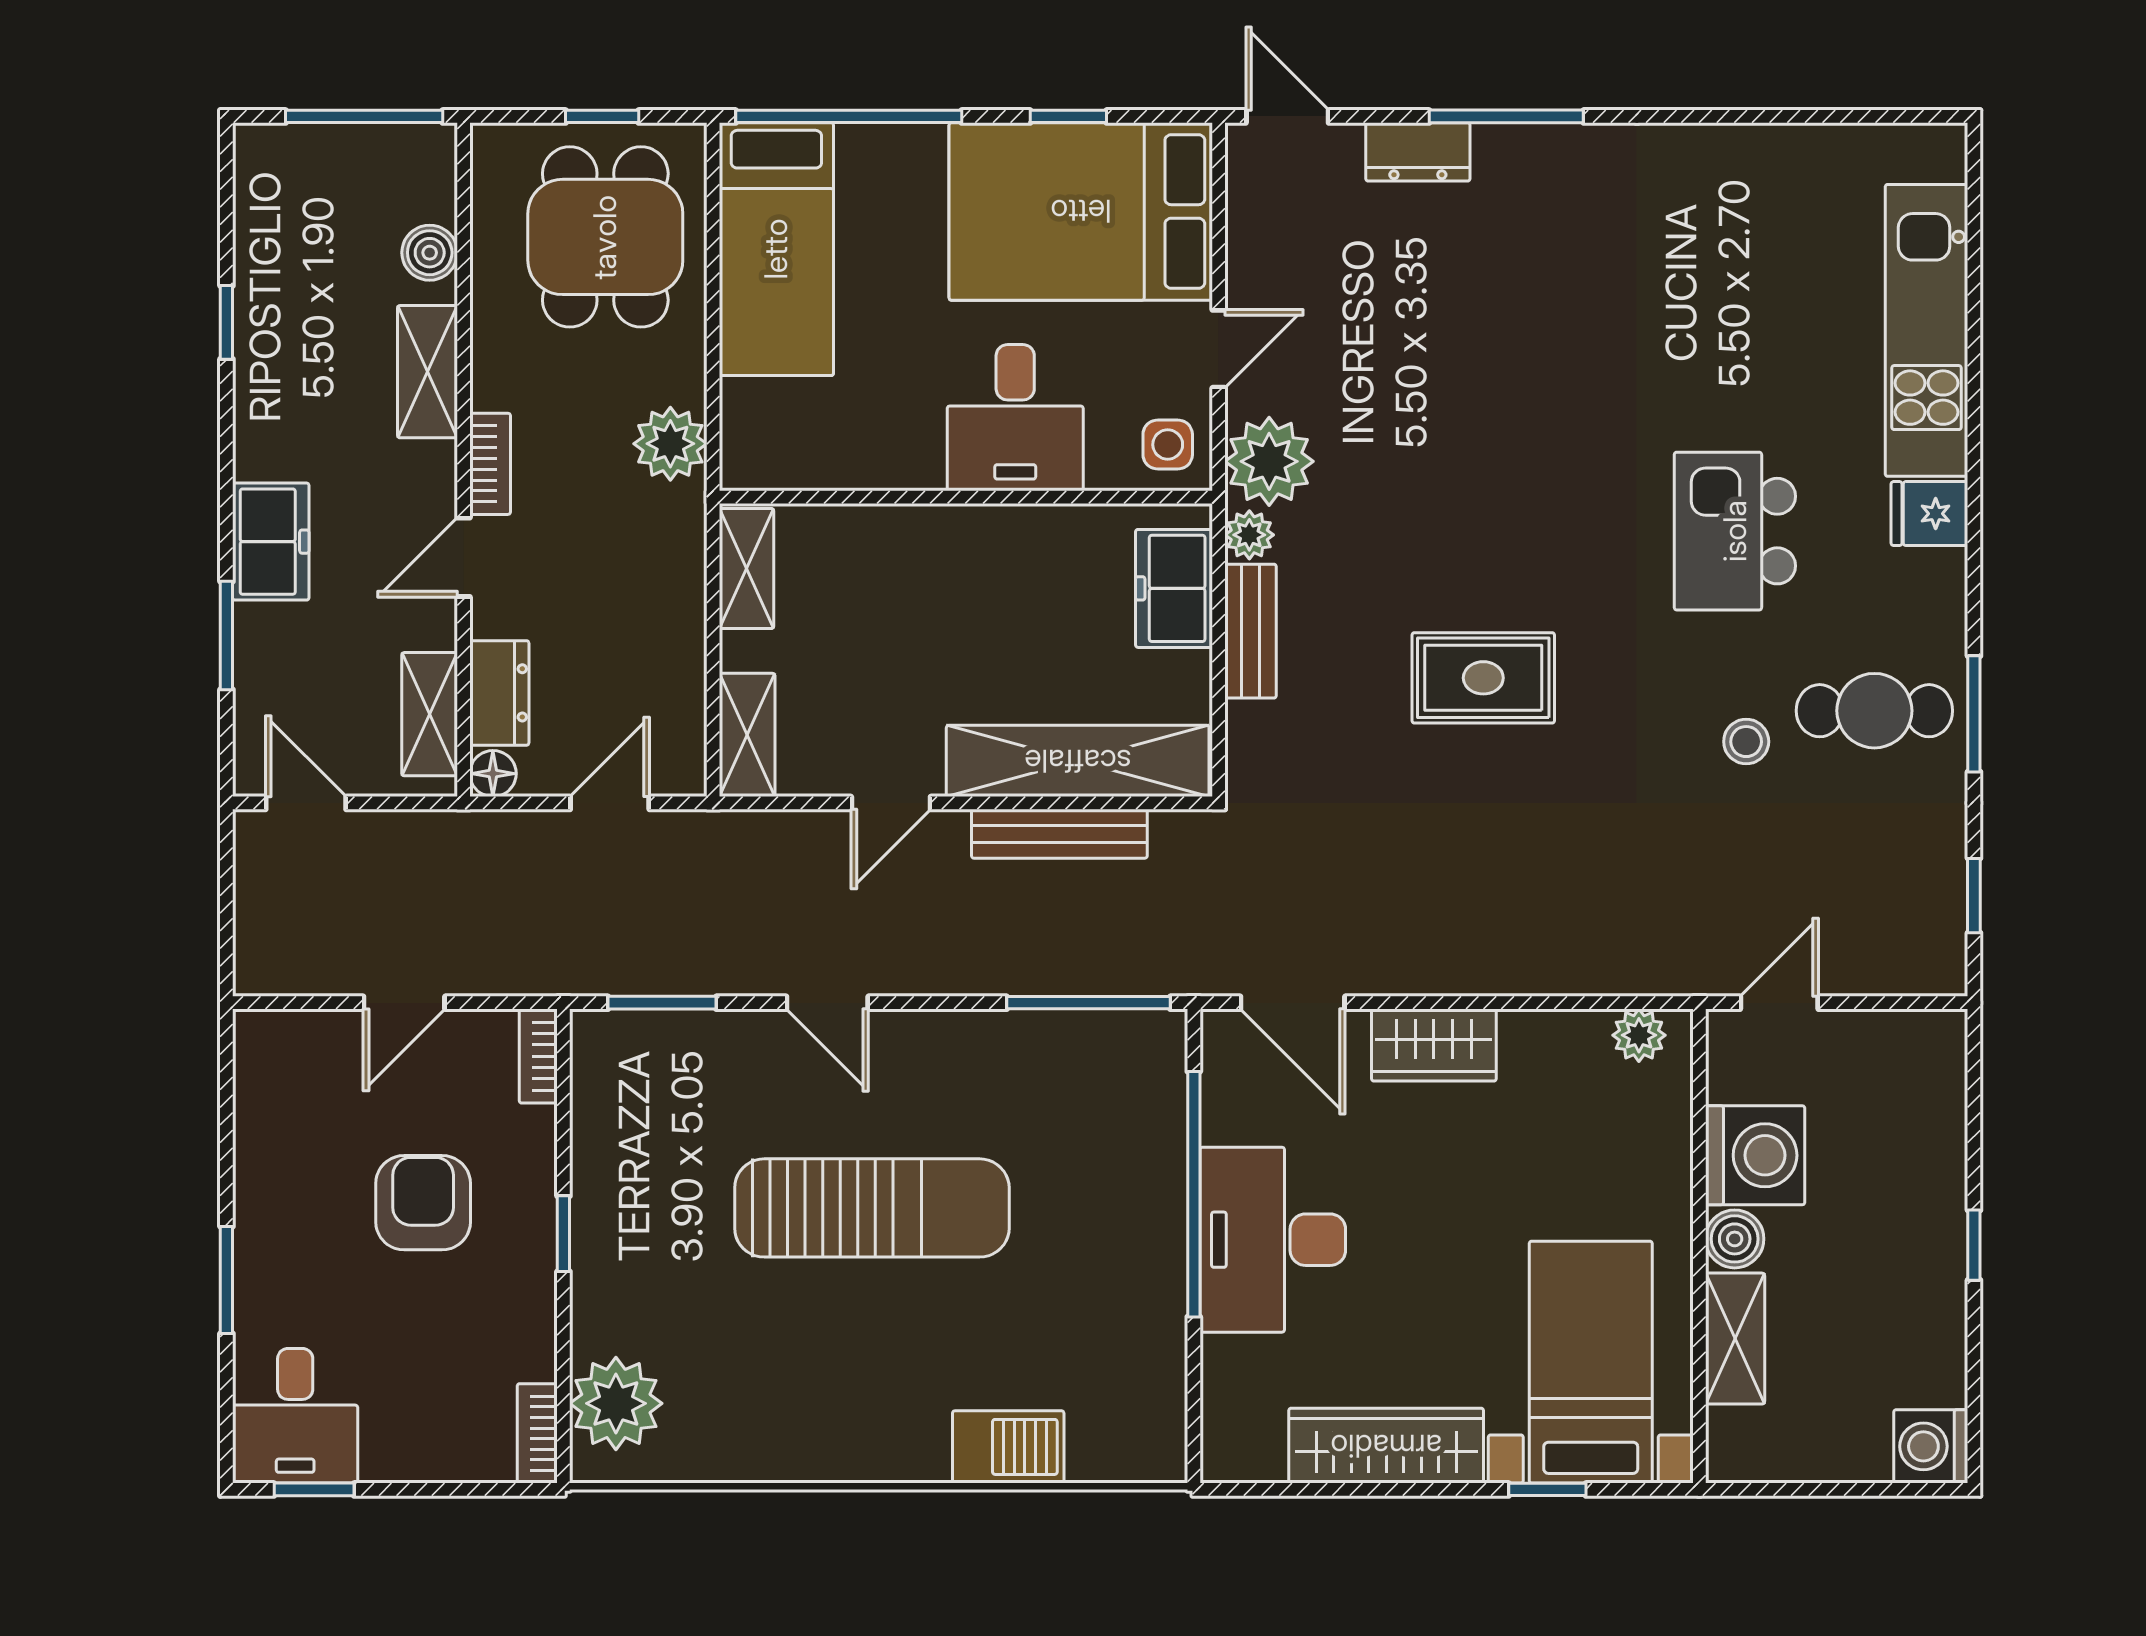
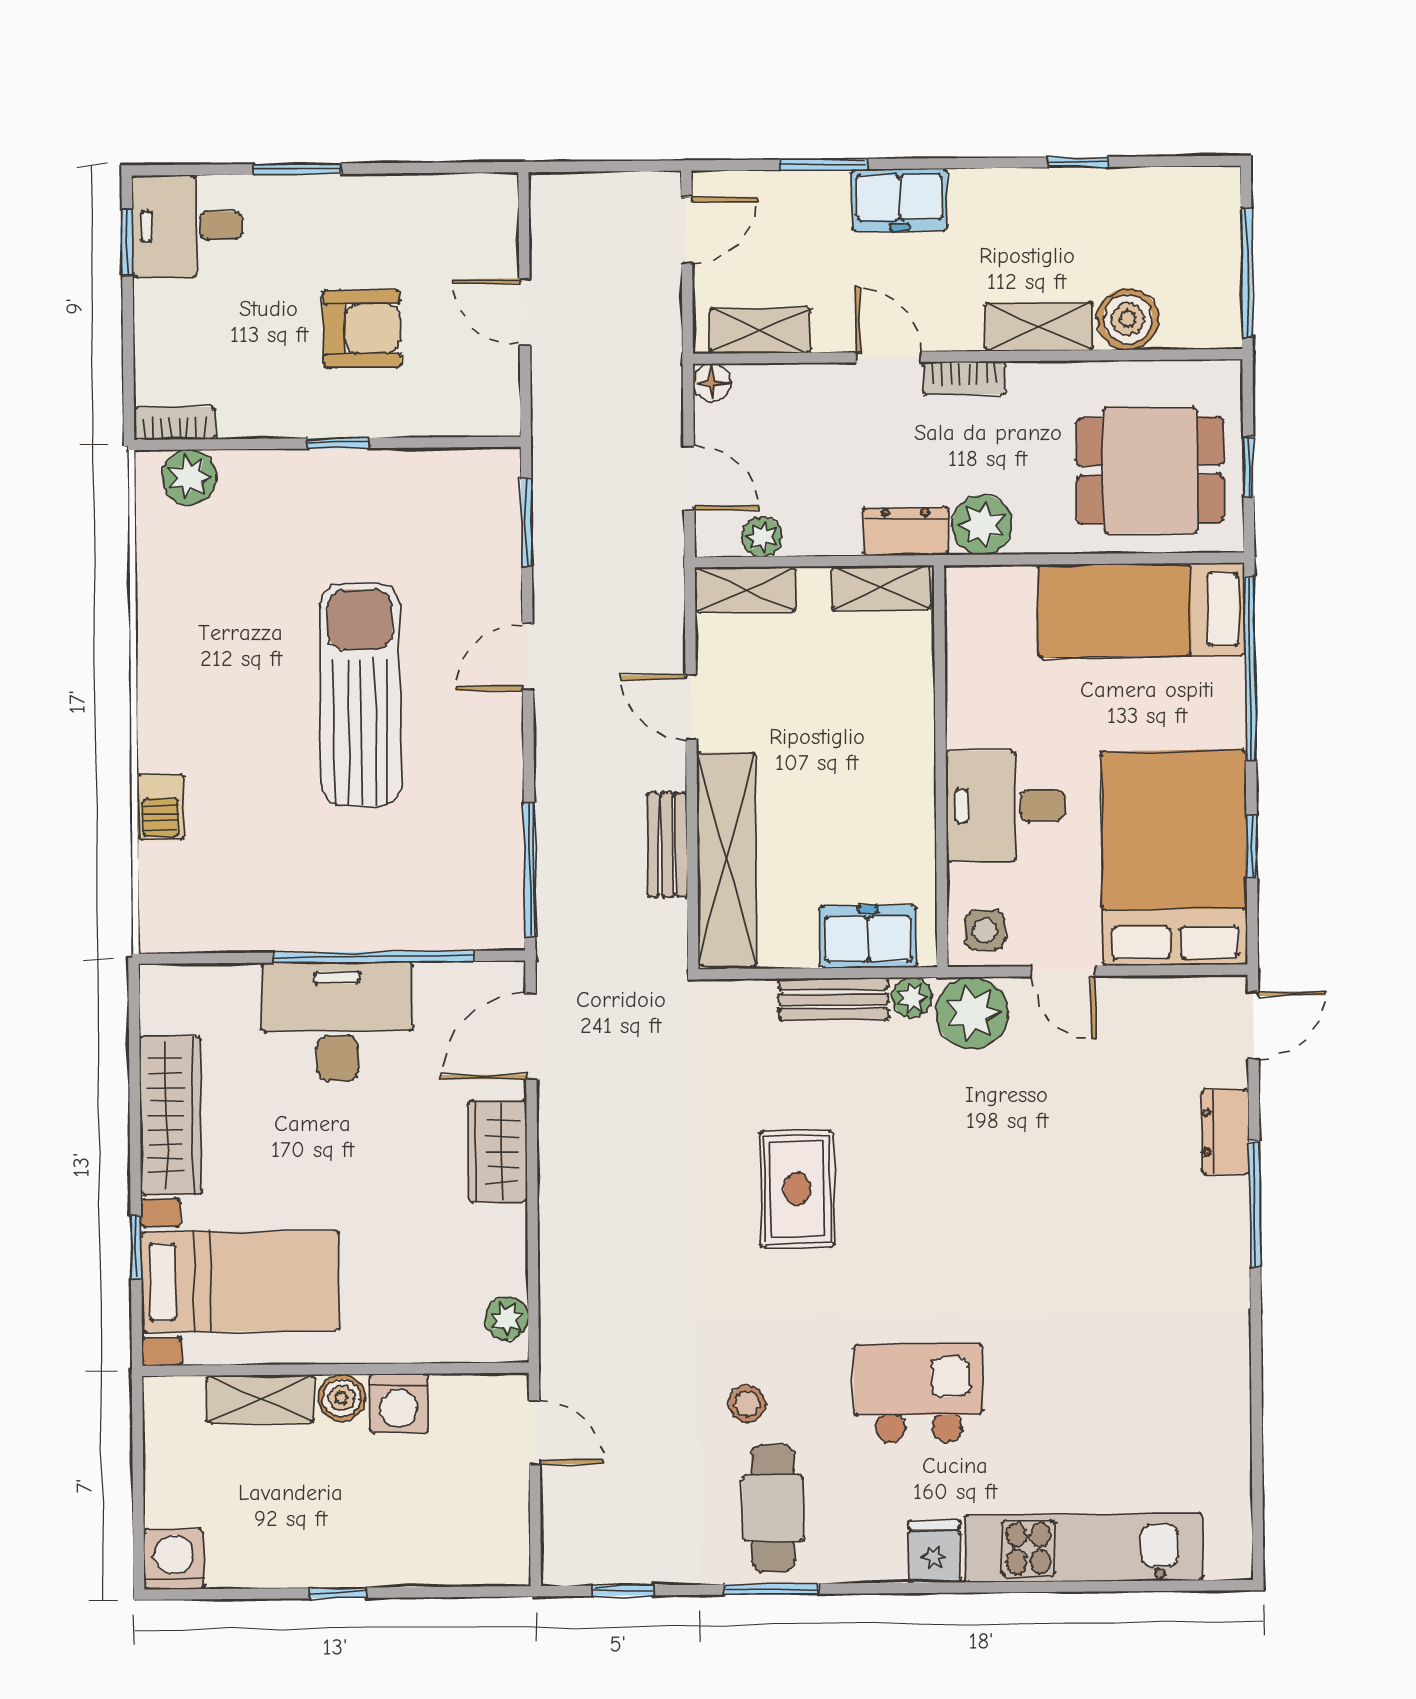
boiler: (430, 253) -> (1128, 319), width x1.36, depth x1.36
dresser: (499, 693) -> (906, 531), moved, turned 180
plant: (683, 714) -> (762, 537), added
bench: (1059, 834) -> (667, 845), width x0.73
bookcase: (538, 1056) -> (482, 422), removed
washing machine: (1755, 1155) -> (399, 1403), width x0.73, depth x0.73
sun lounger: (872, 1208) -> (361, 695), turned 180
plant: (616, 1403) -> (189, 477), width x0.73, depth x0.73
barbecue: (1008, 1447) -> (161, 807), width x0.73, depth x0.79

